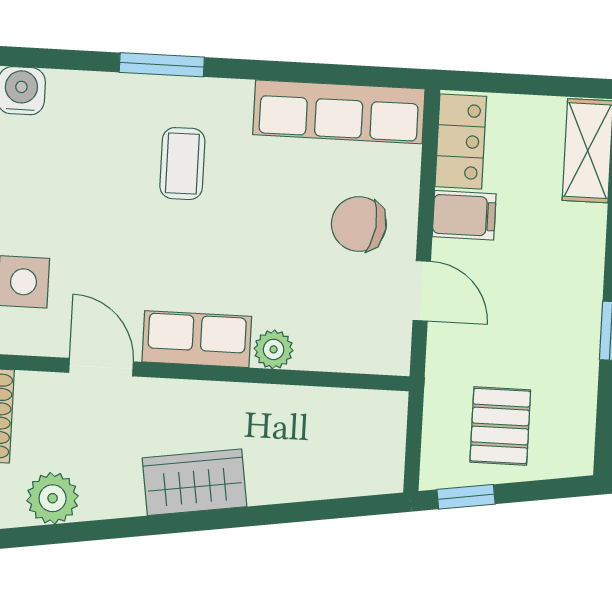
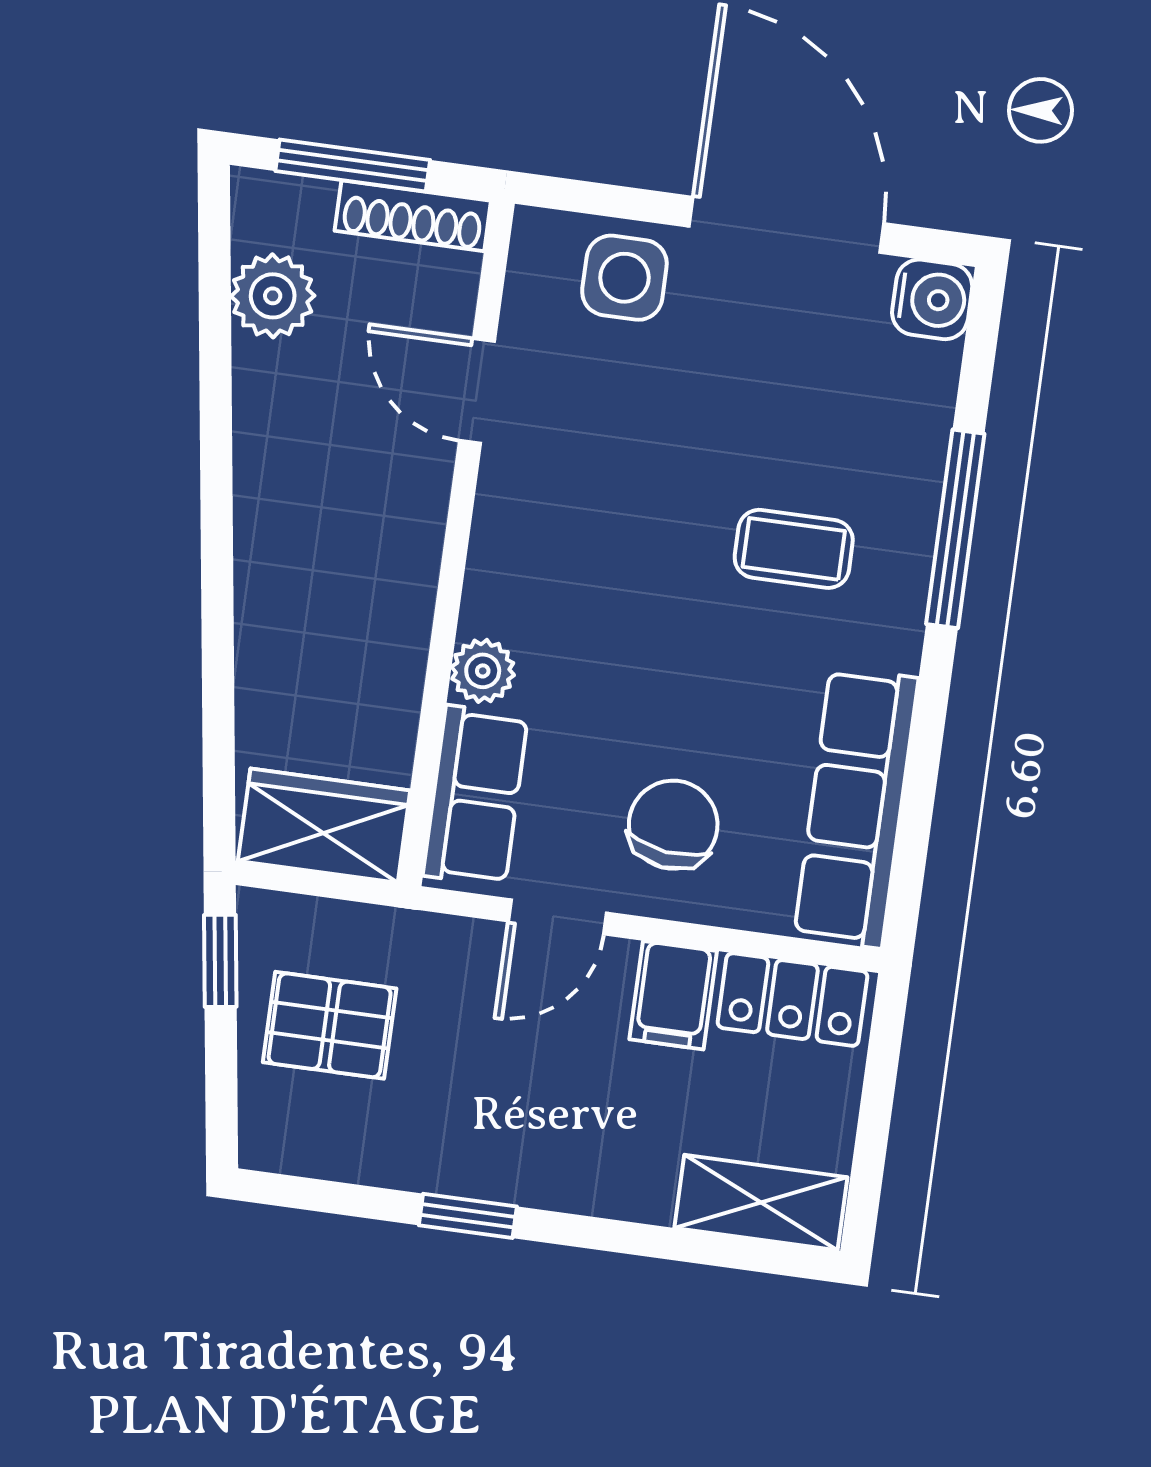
window: (162, 65) -> (955, 529), width x1.44
row of seats: (197, 339) -> (475, 796), moved
door: (101, 367) -> (477, 391), swing flipped
wardrobe: (195, 482) -> (324, 826), moved, turned -82

